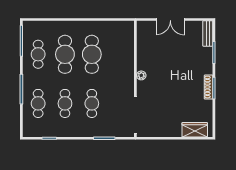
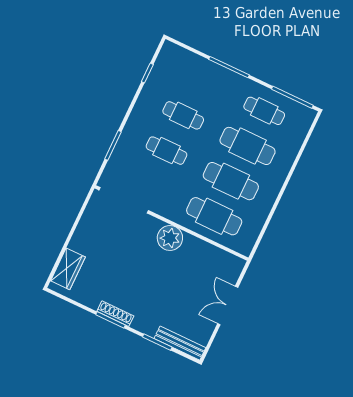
bench: (208, 33) -> (180, 343), width x1.36
plant: (141, 75) -> (170, 238), width x1.88, depth x1.88
cafe table: (38, 103) -> (214, 216), moved, width x1.37, depth x1.35

